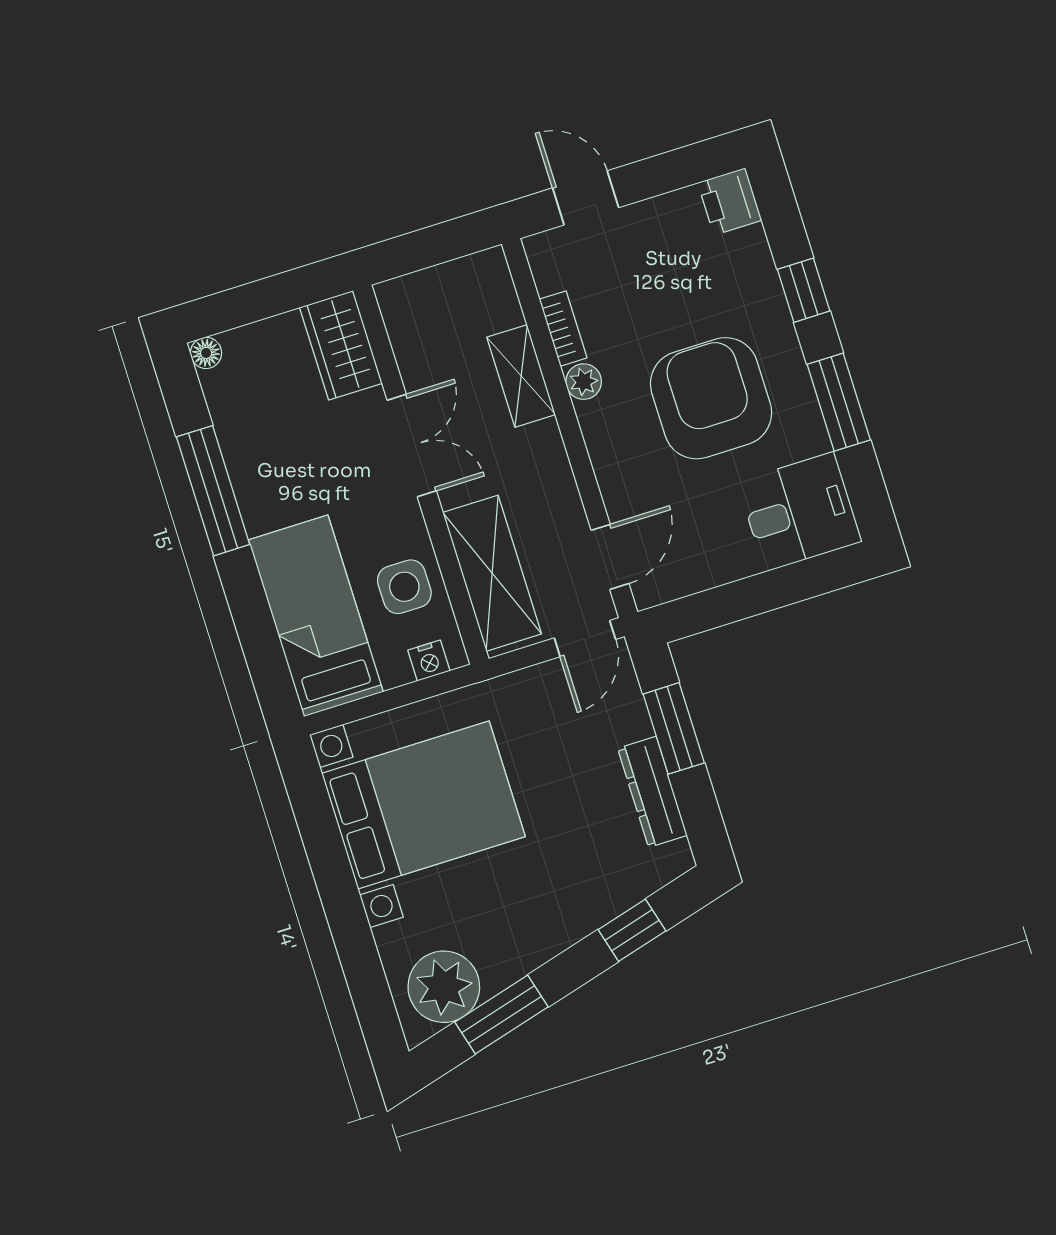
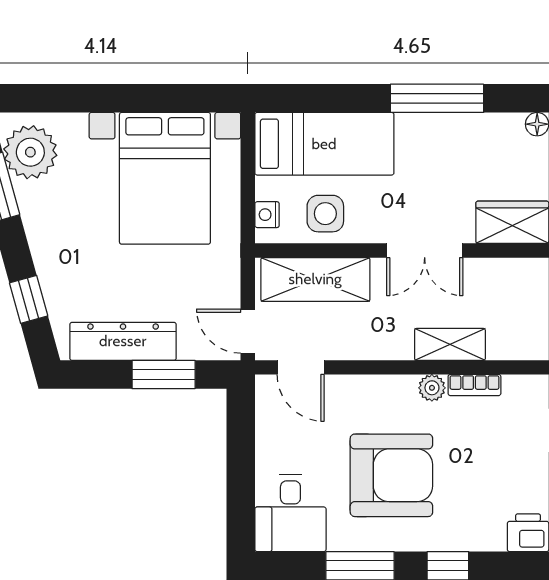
dresser: (652, 792) -> (123, 341), width x1.37, depth x1.24

